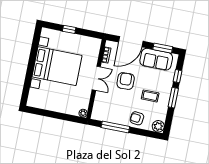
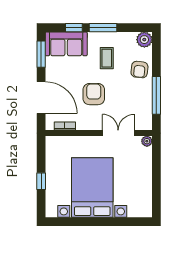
sofa: (156, 59) -> (66, 44), moved, turned 90
double door: (96, 78) -> (118, 133), moved
armchair: (126, 81) -> (94, 94), turned 92

